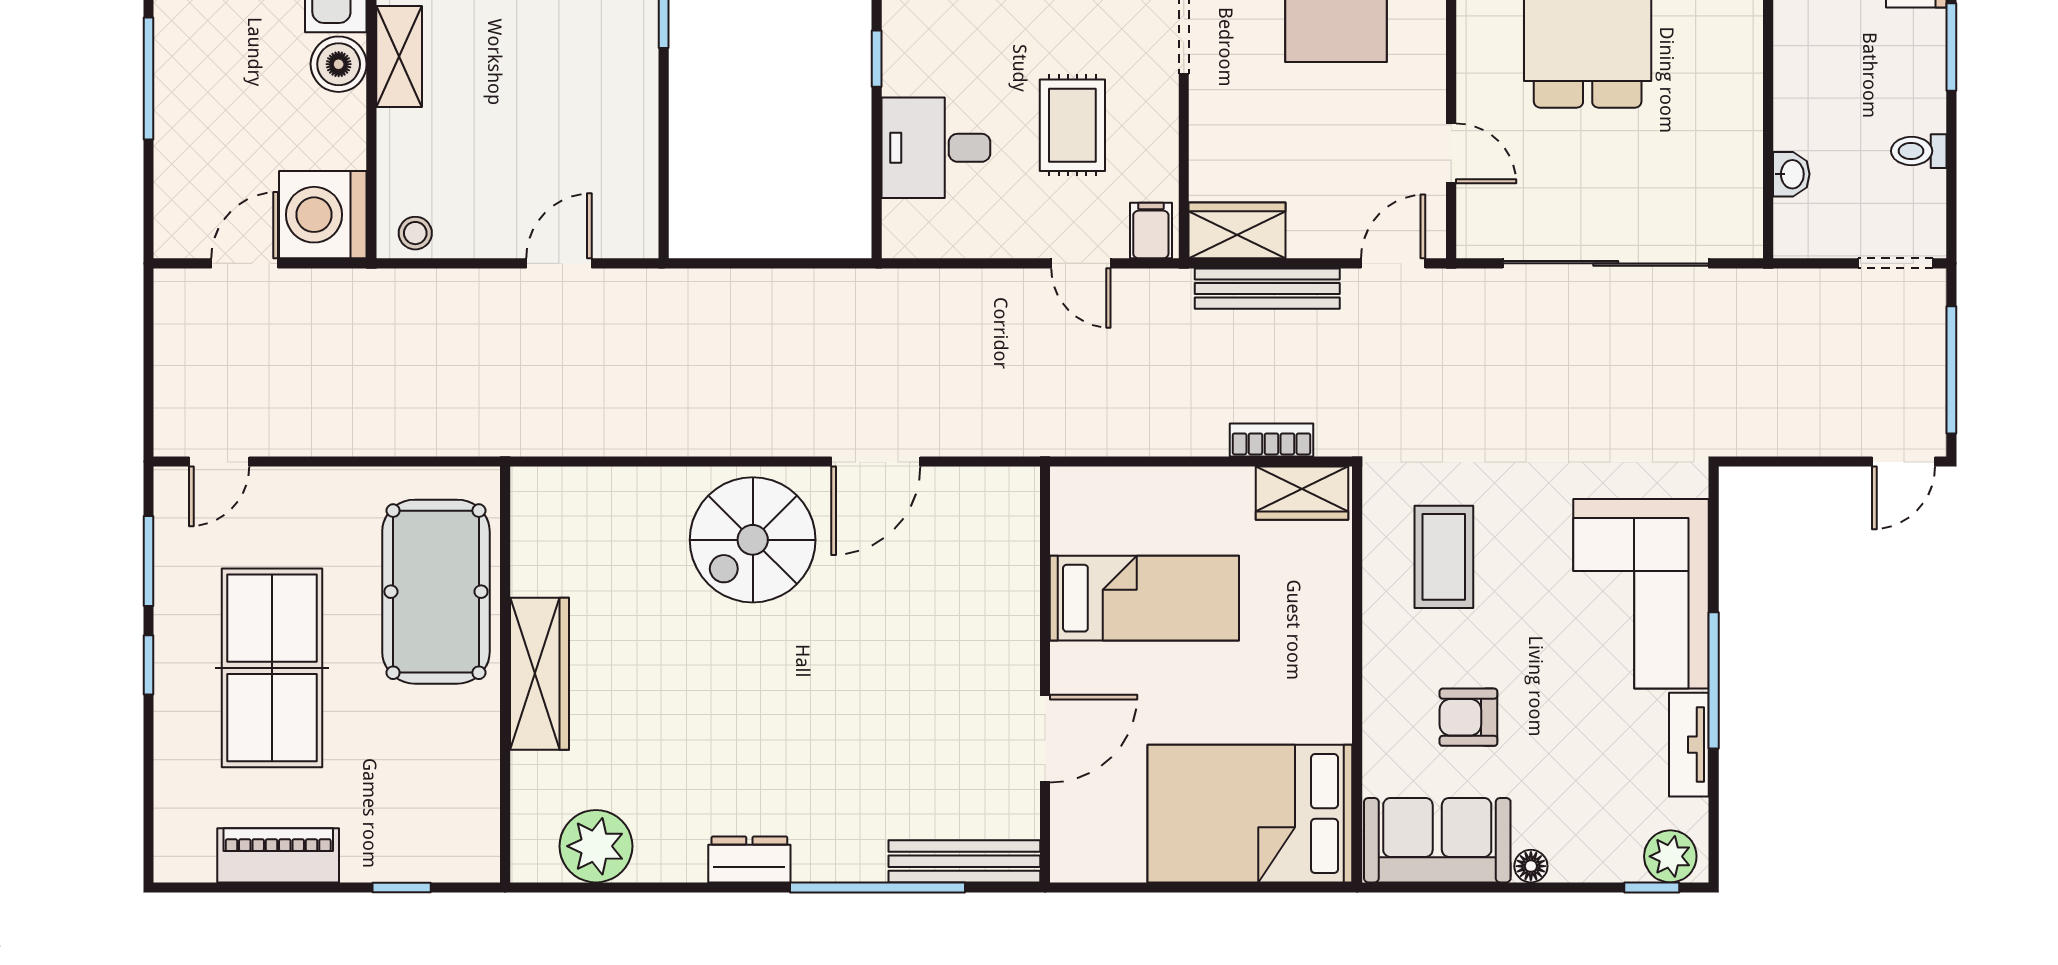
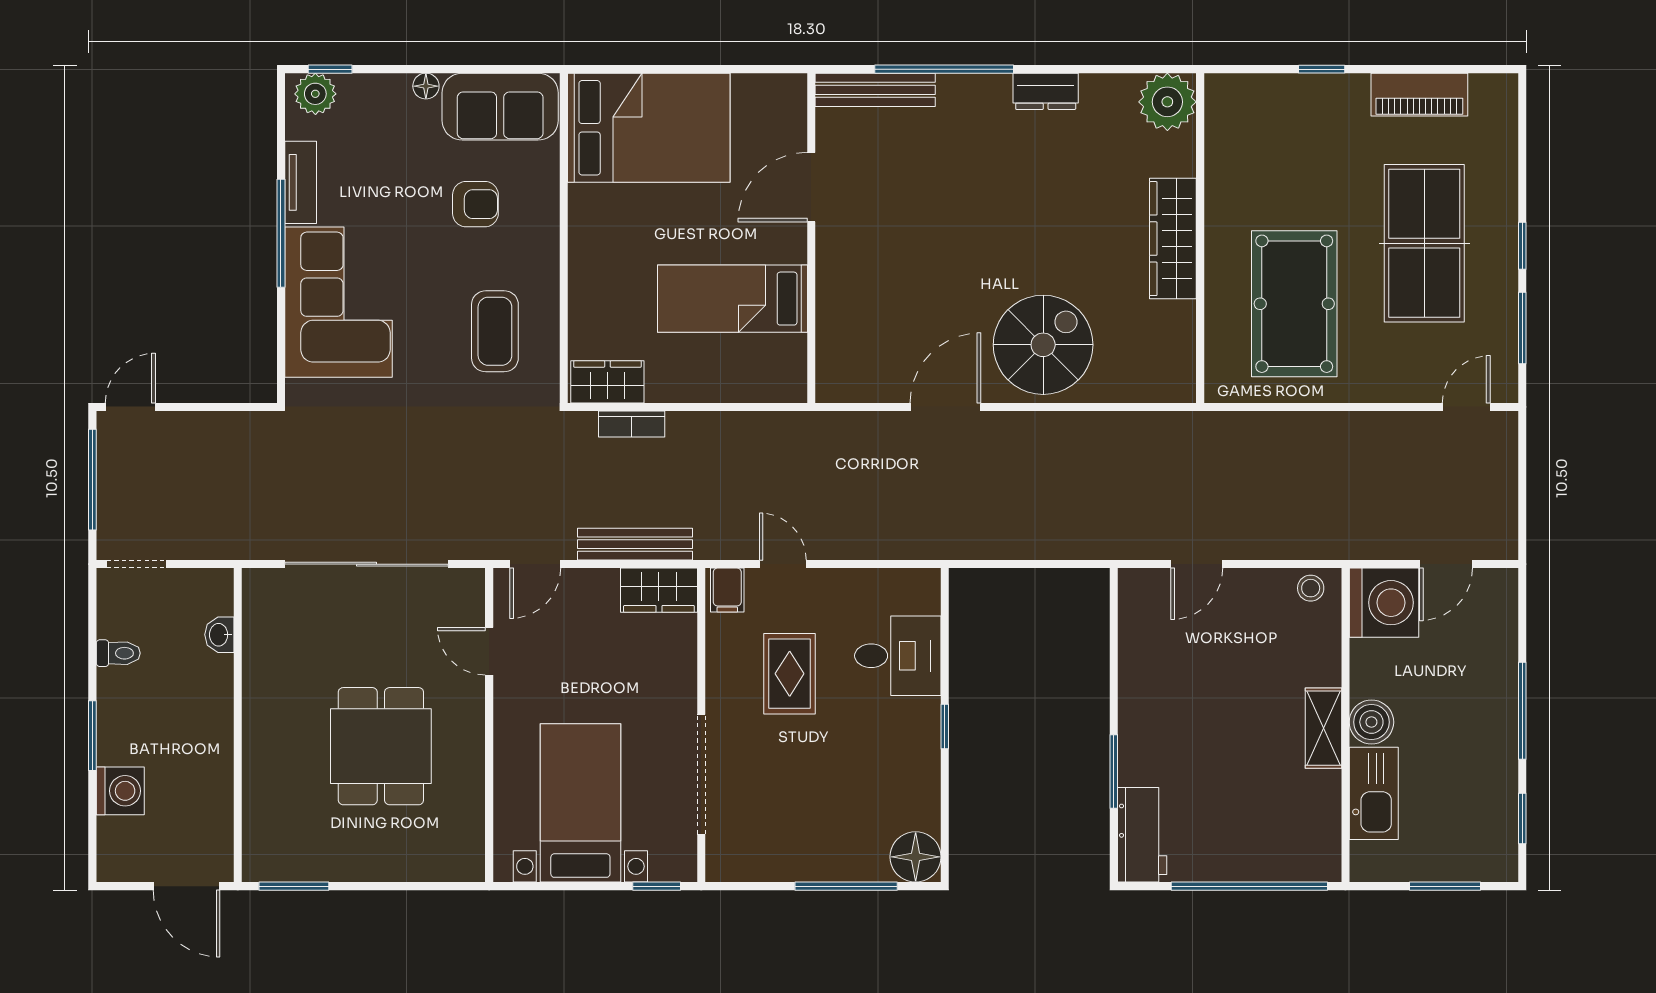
wall: (505, 674) -> (1200, 238), moved
wardrobe: (540, 674) -> (1173, 239), moved

